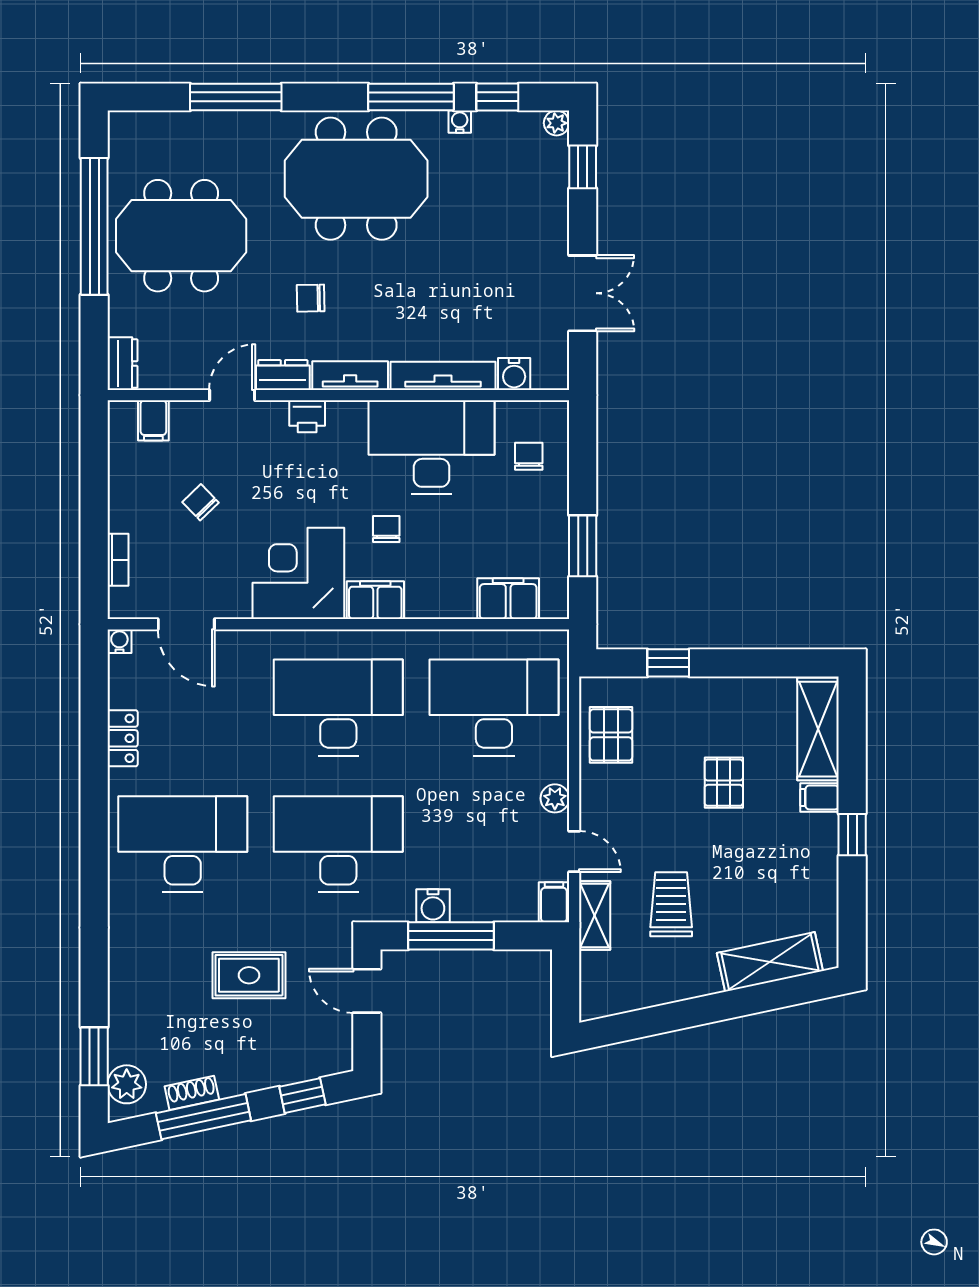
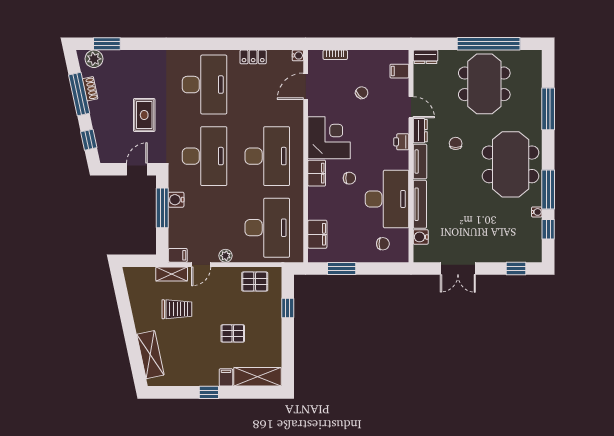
plant: (557, 123) -> (536, 256), removed

